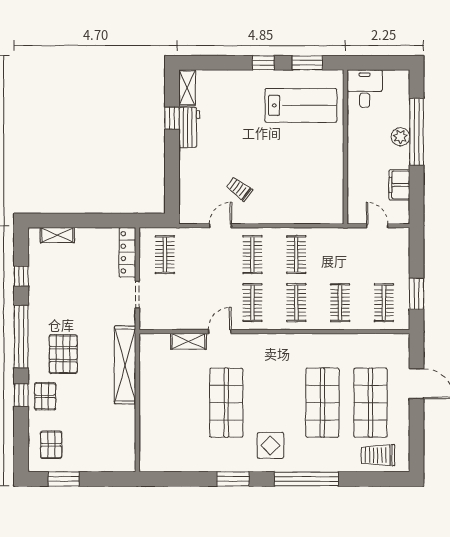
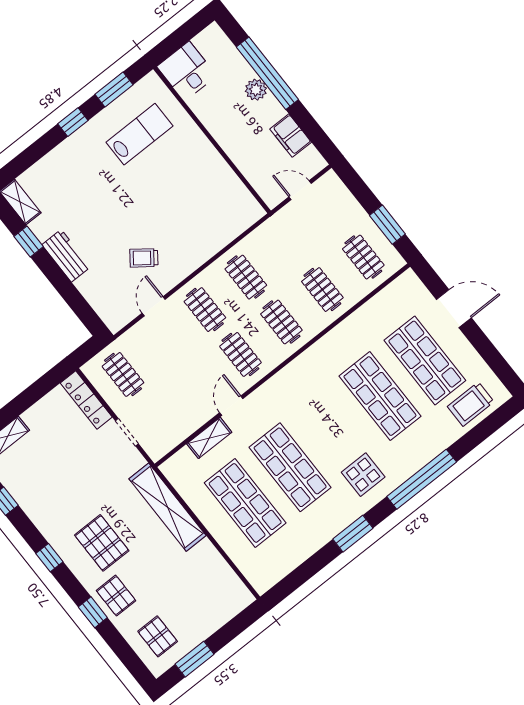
lab bench: (301, 105) -> (140, 134), width x0.73, depth x0.72
workbench: (189, 127) -> (66, 256), moved
window: (21, 337) -> (49, 558), width x0.32
shop shelf: (178, 403) -> (245, 503), added

